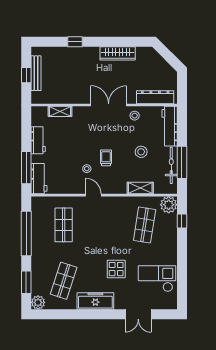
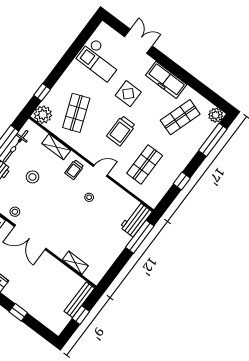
bench: (36, 73) -> (79, 300), moved
workbench: (38, 140) -> (112, 252), removed
trolley: (106, 158) -> (74, 170), moved
door: (93, 195) -> (100, 171), swing flipped
shop shelf: (145, 225) -> (76, 113), turned -30
window: (26, 234) -> (182, 181), width x0.32
trolley: (101, 237) -> (121, 131), added
window: (26, 282) -> (213, 140), width x1.44

